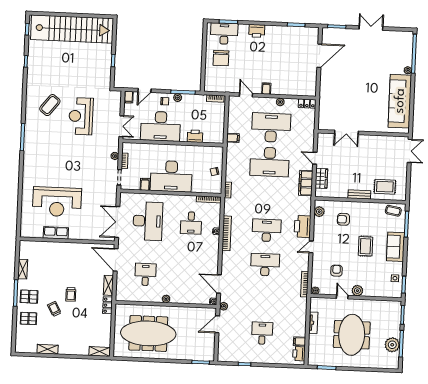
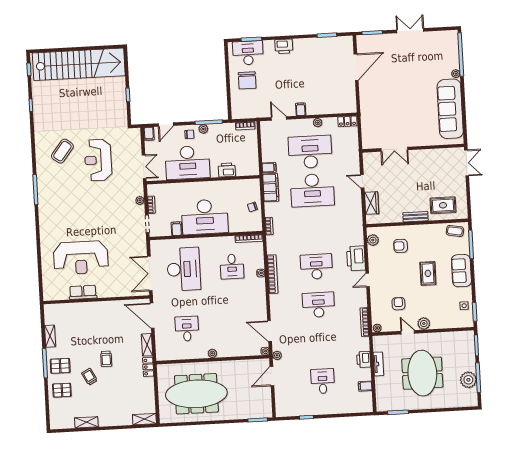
filing cabinet: (306, 183) -> (271, 188), moved, turned 180
printer: (299, 354) -> (364, 359), moved

